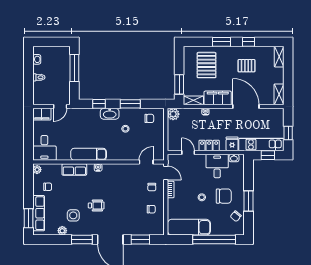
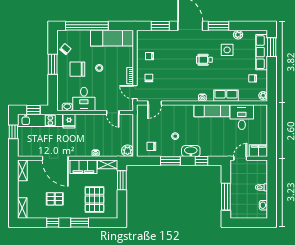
locker: (209, 145) -> (92, 119), removed
desk: (44, 148) -> (242, 117), moved

